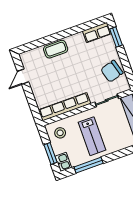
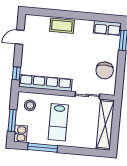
chair: (112, 71) -> (105, 70), turned -74
window: (35, 110) -> (16, 73), added

